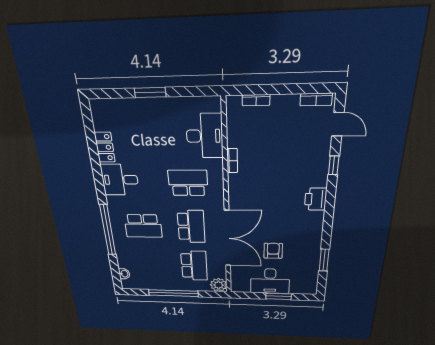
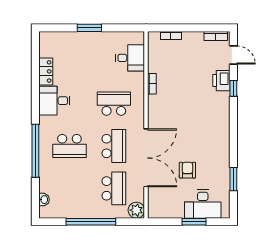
desk: (205, 136) -> (130, 58), width x0.73
printer: (316, 199) -> (221, 81), moved
desk: (270, 281) -> (203, 204), moved

